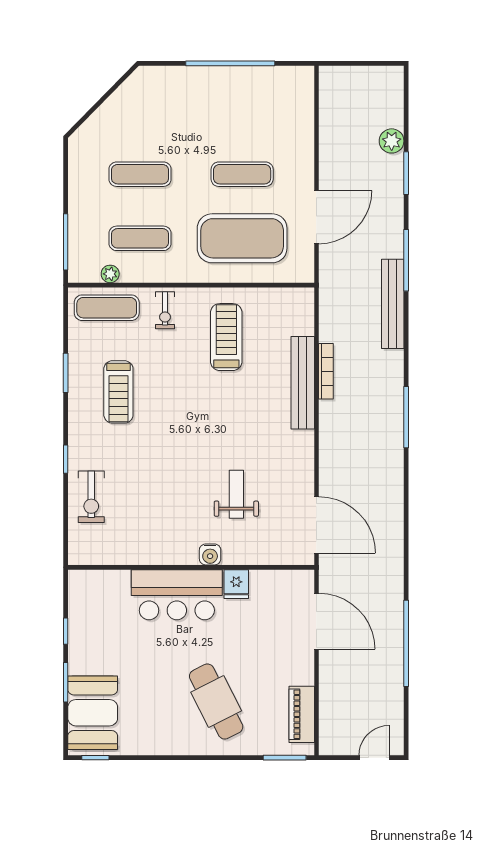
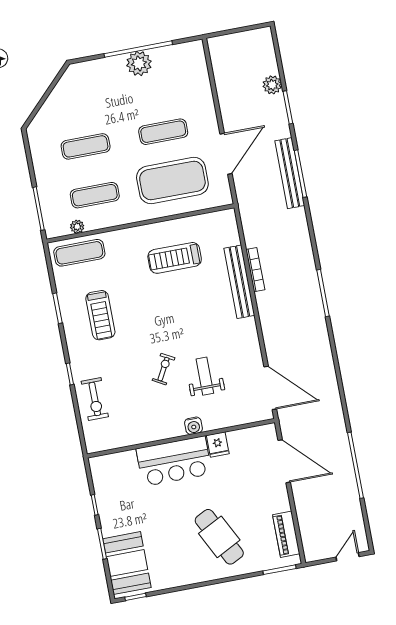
plant: (228, 82) -> (139, 63), added
bench: (393, 304) -> (290, 173), moved
exercise bike: (165, 310) -> (163, 369), moved, turned -151
treadmill: (226, 337) -> (175, 258), turned -90

